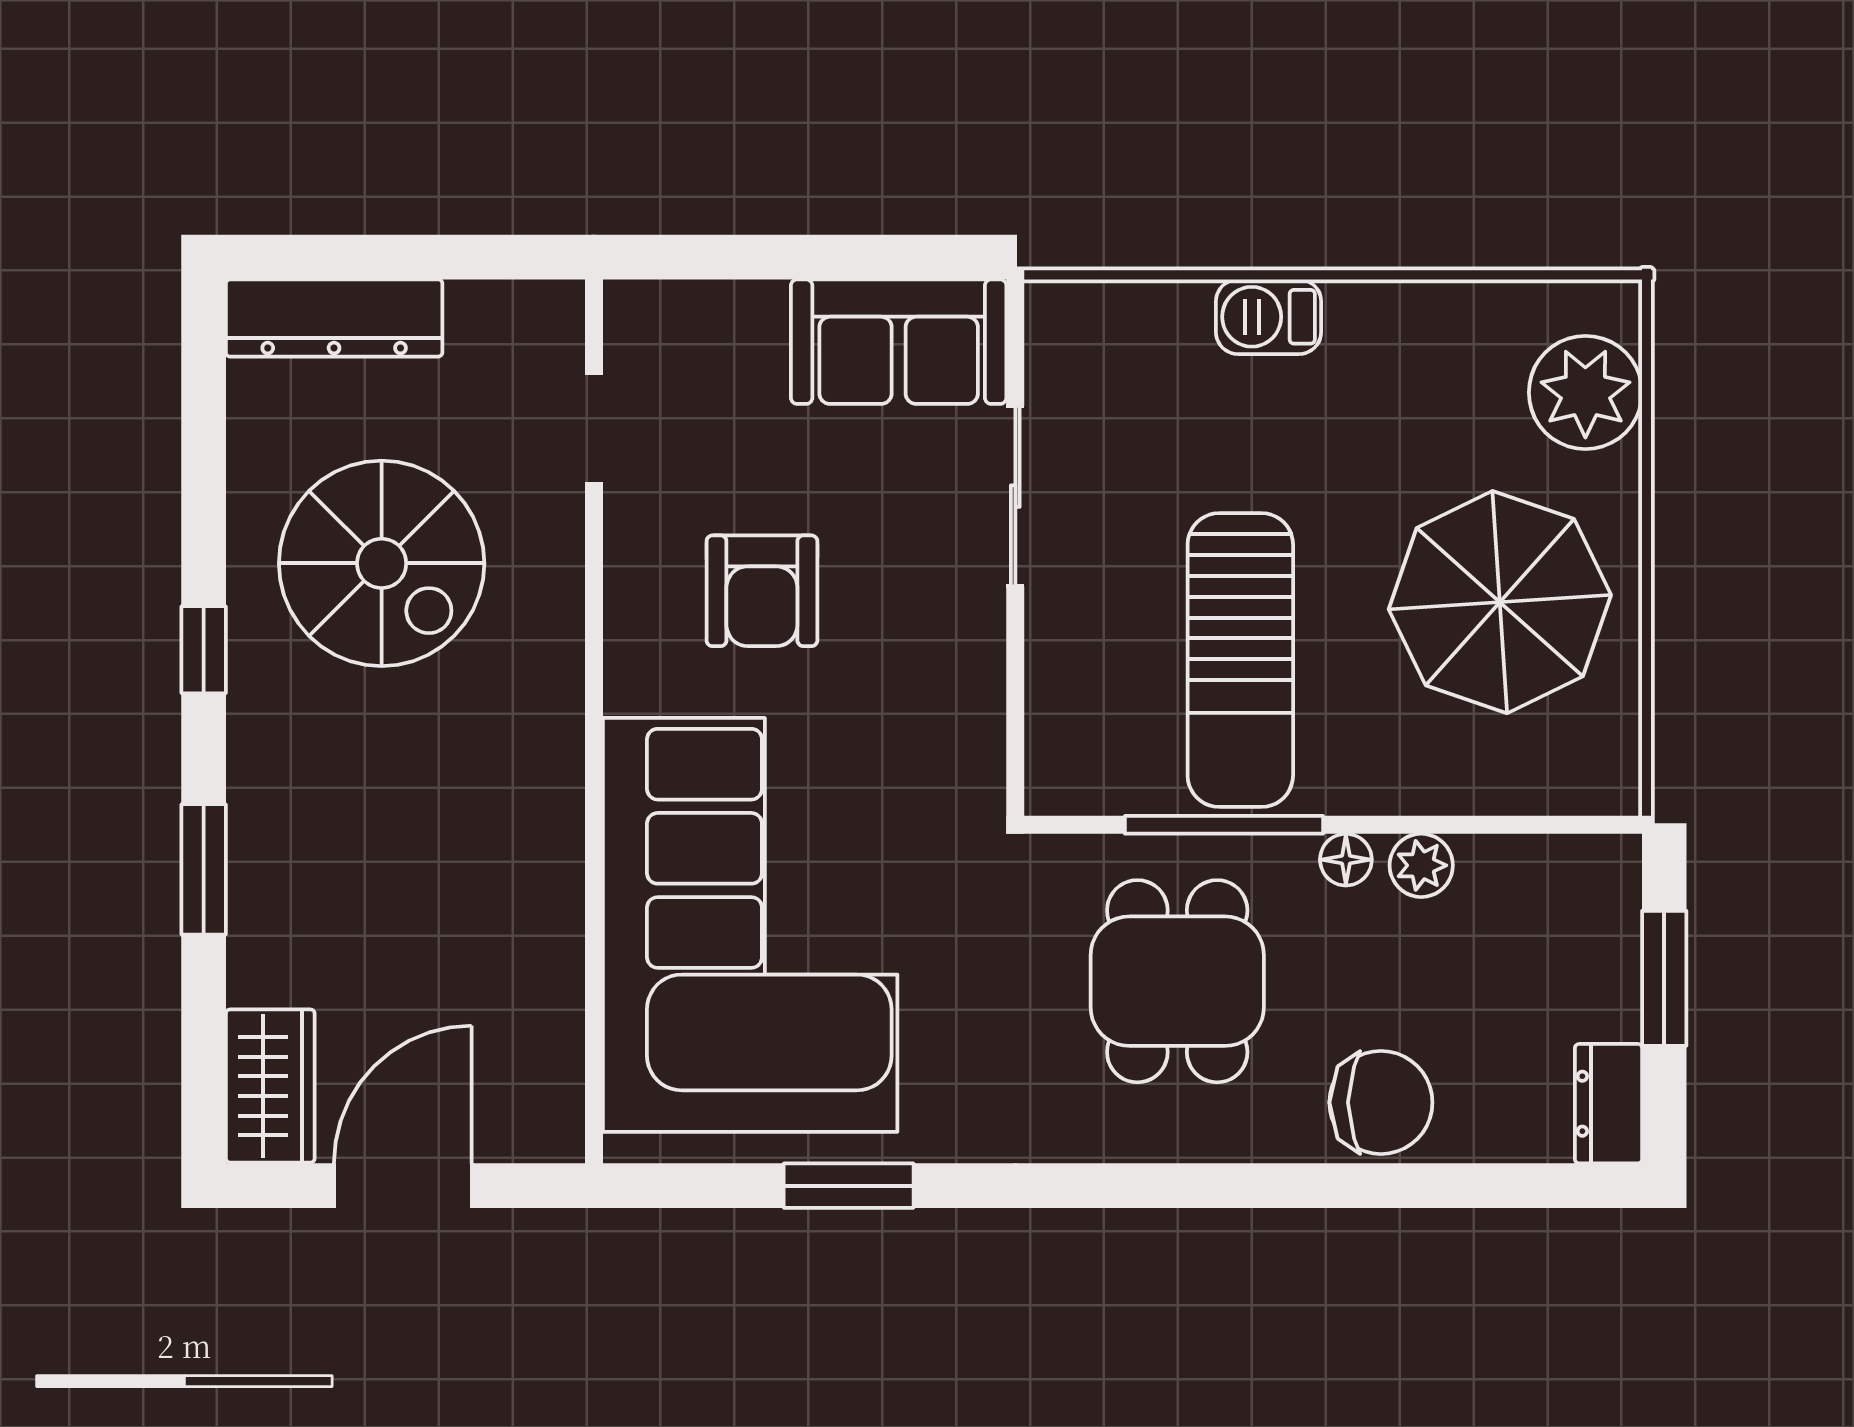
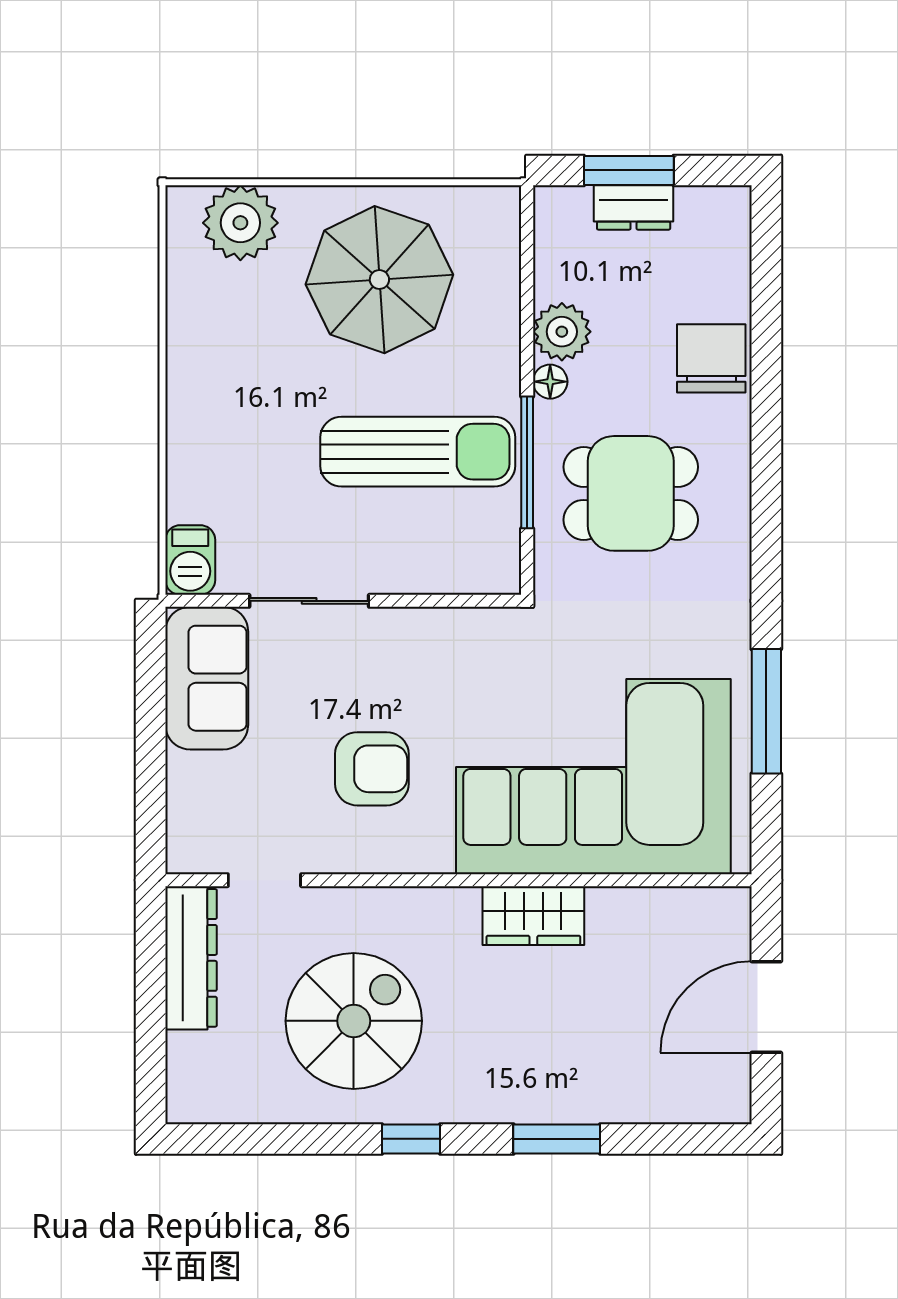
barbecue: (1269, 317) -> (190, 560), moved
dresser: (334, 318) -> (191, 958), moved
plant: (1421, 865) -> (562, 332), width x1.38, depth x1.38
wardrobe: (270, 1086) -> (533, 916), moved, turned 180
dresser: (1609, 1104) -> (634, 207), moved
door: (403, 1186) -> (766, 1007), hinge flipped
window: (849, 1186) -> (766, 711), width x1.44

